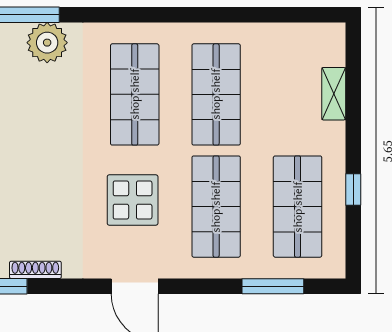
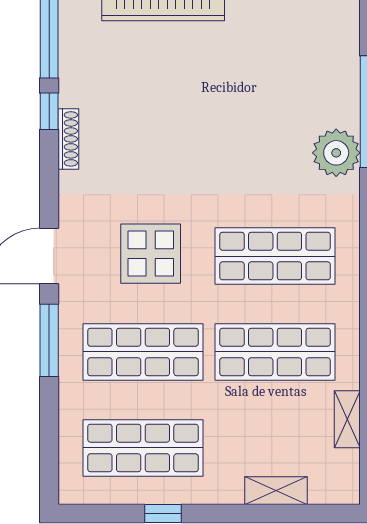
shelving: (273, 33) -> (347, 419), added
window: (273, 286) -> (49, 340), moved

